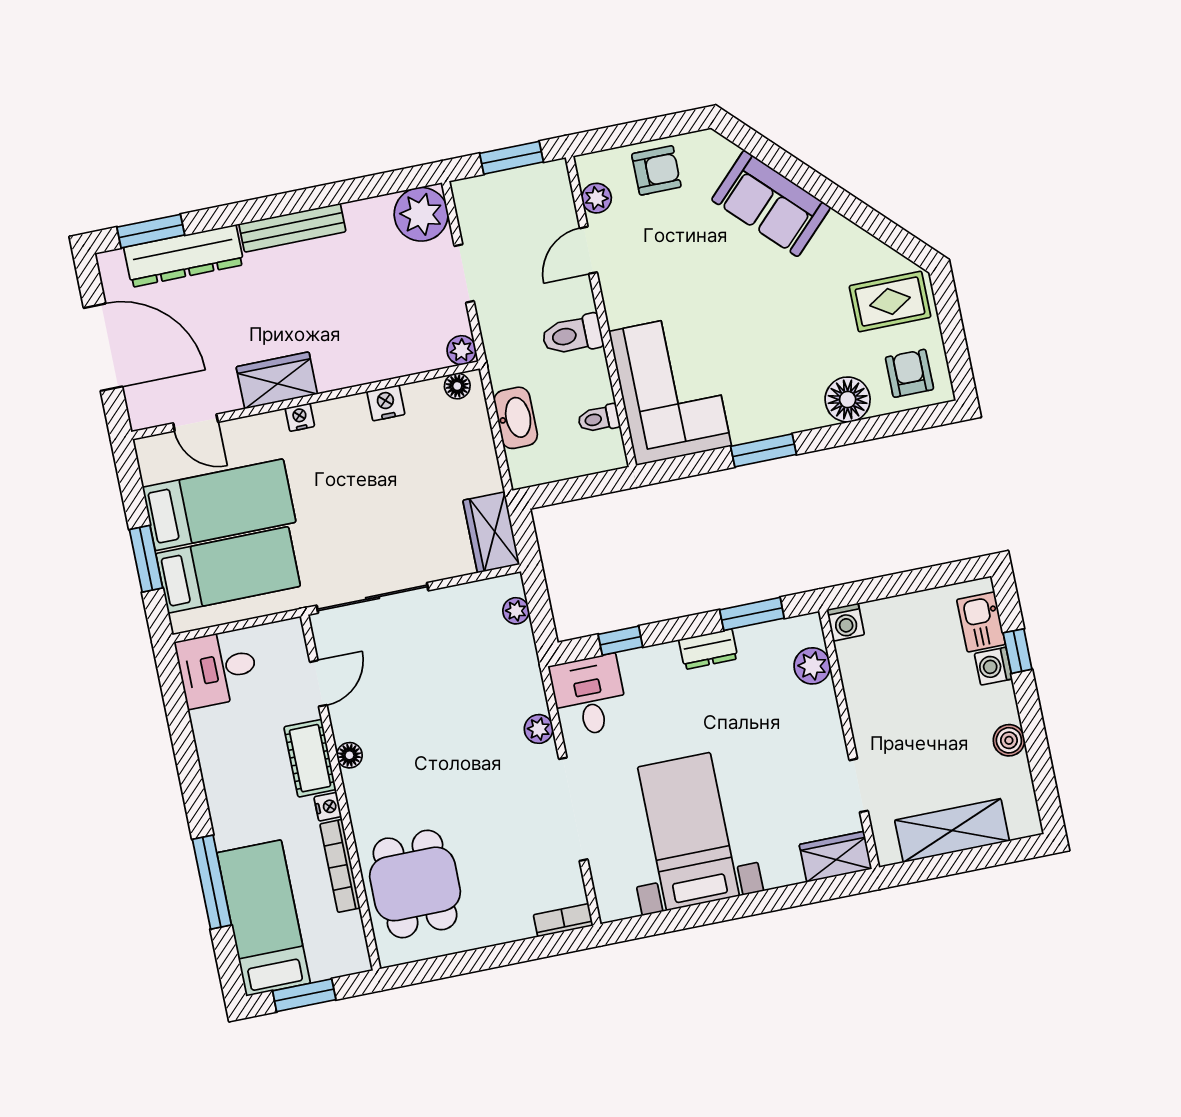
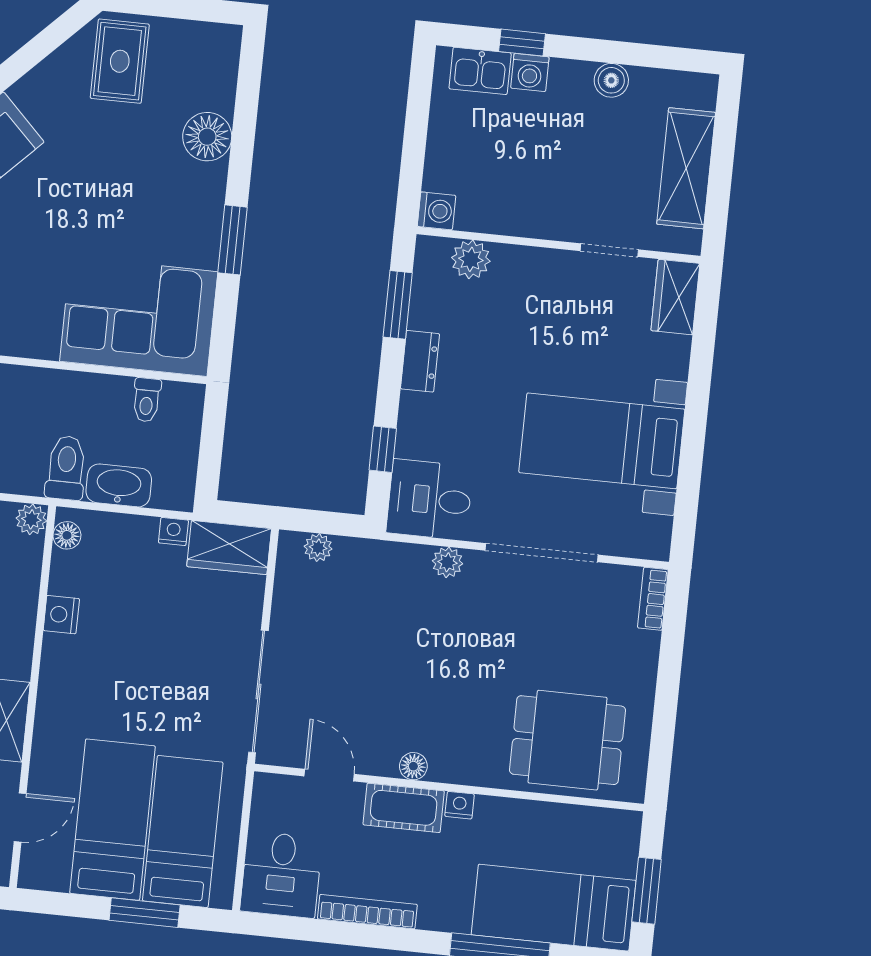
toilet: (572, 335) -> (66, 468), moved, turned 180
armchair: (909, 373) -> (200, 64), removed
nightstand: (300, 417) -> (173, 531), moved, turned 90
bookcase: (340, 866) -> (367, 912), moved, turned 180

